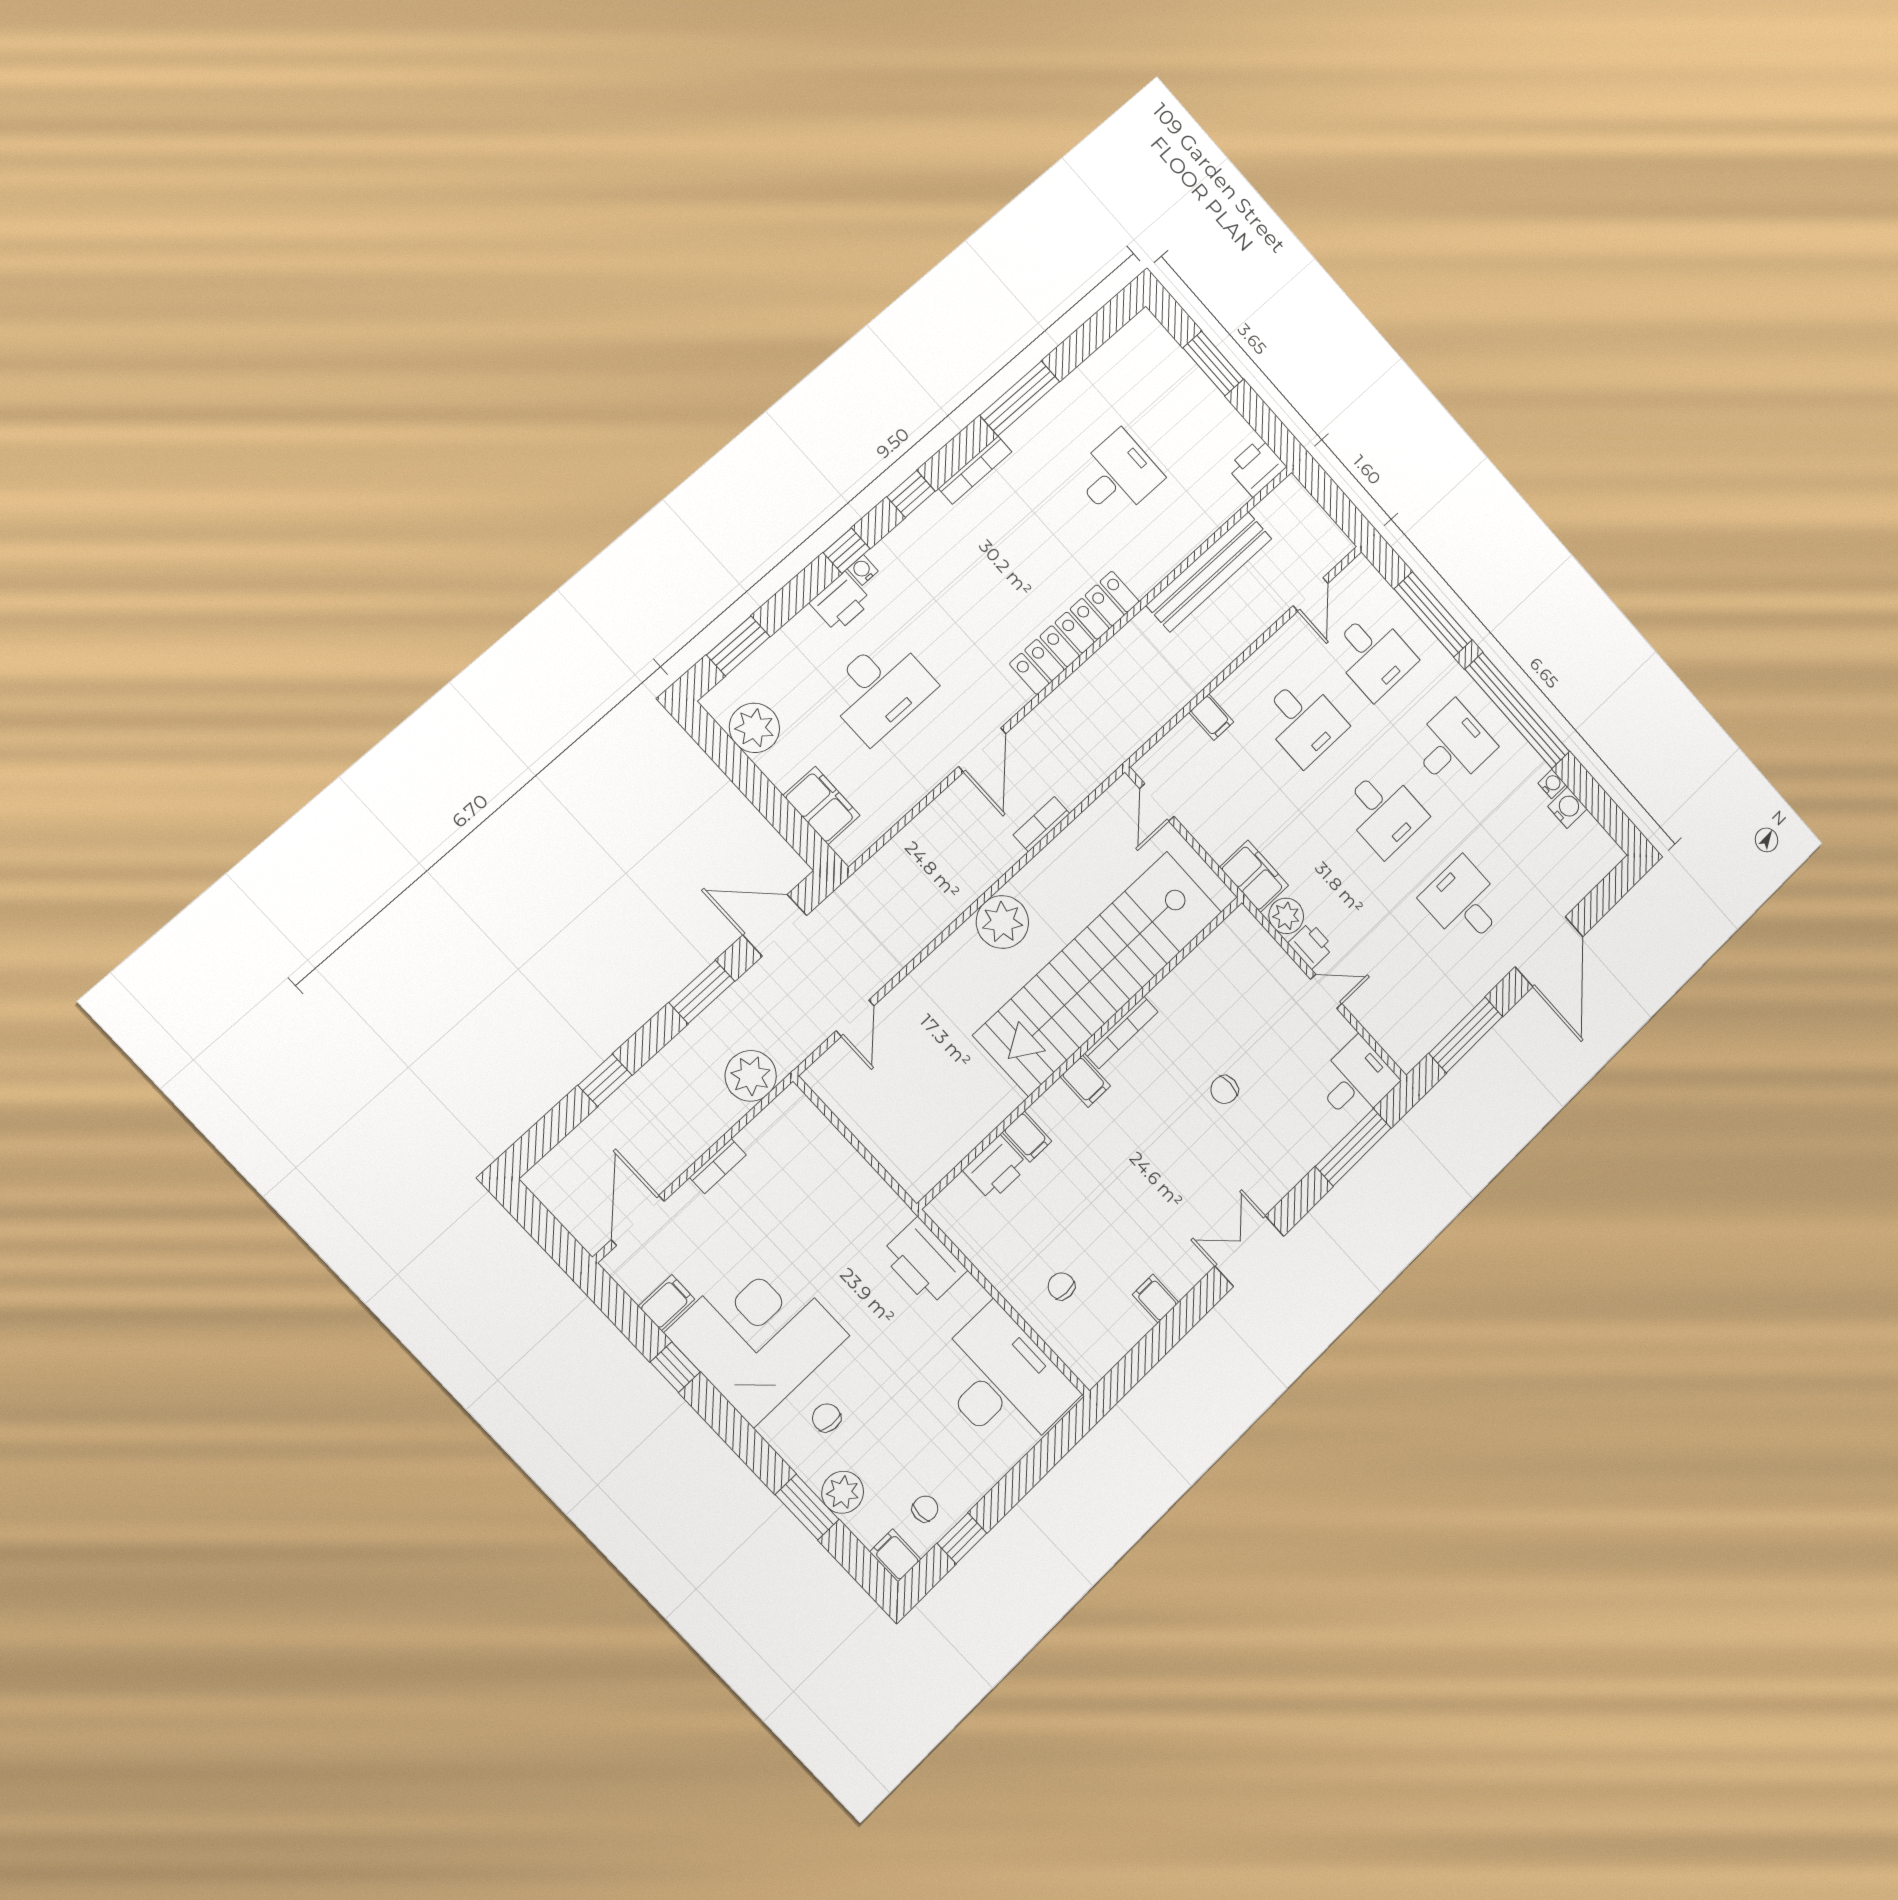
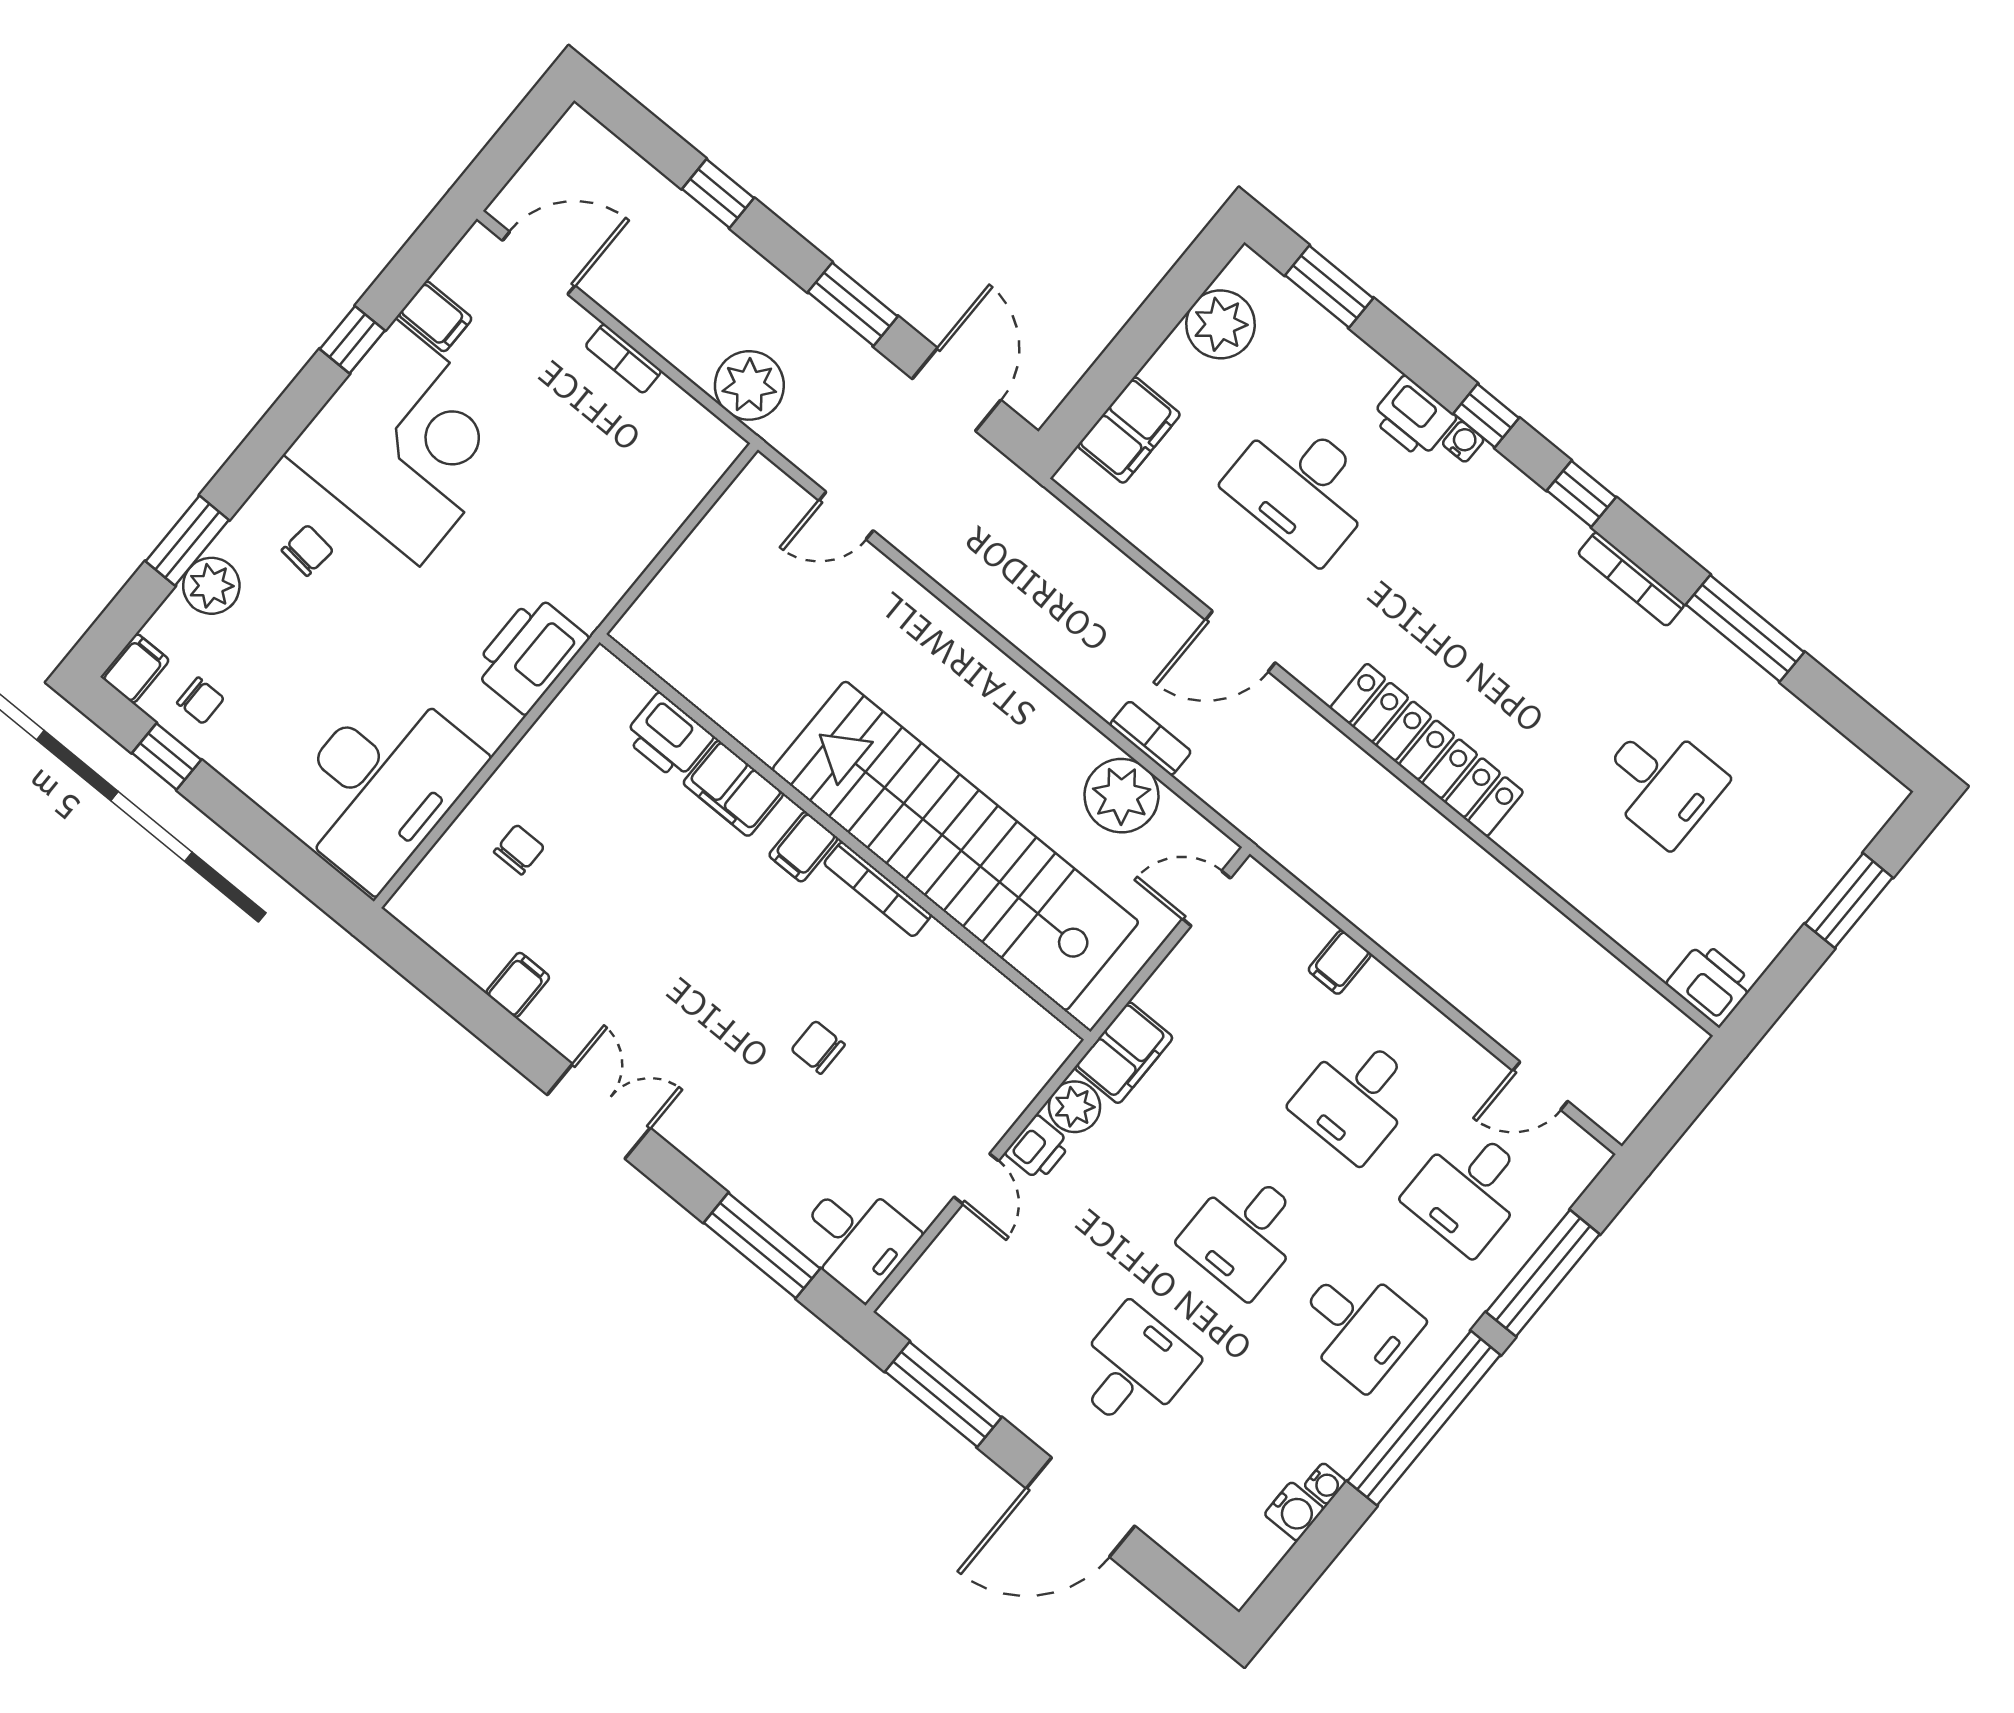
bench: (1209, 572) -> (1547, 933), removed
plant: (1002, 922) -> (1121, 796), moved
filing cabinet: (1027, 1137) -> (733, 788), width x2.00

